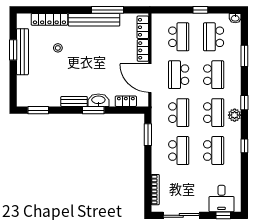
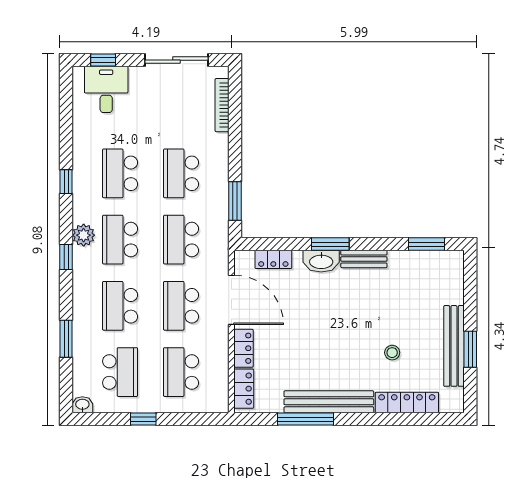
school desk: (179, 75) -> (181, 306), turned 180

